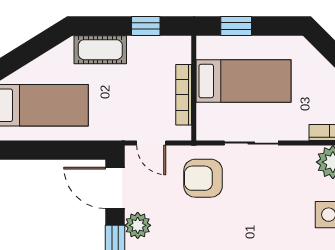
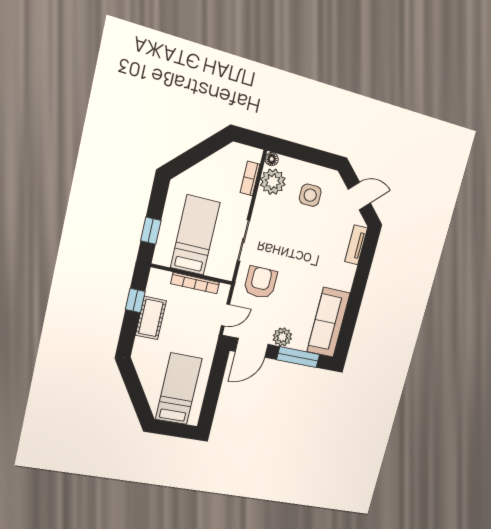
cot: (100, 50) -> (151, 318), moved
armchair: (203, 178) -> (261, 282), turned 180

